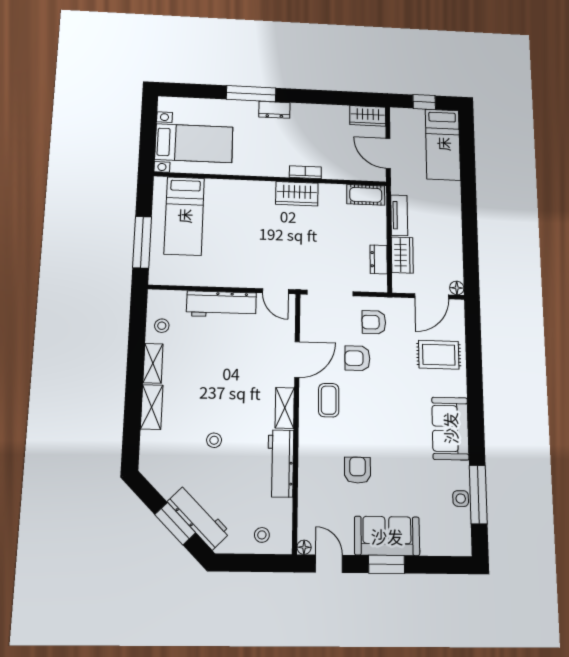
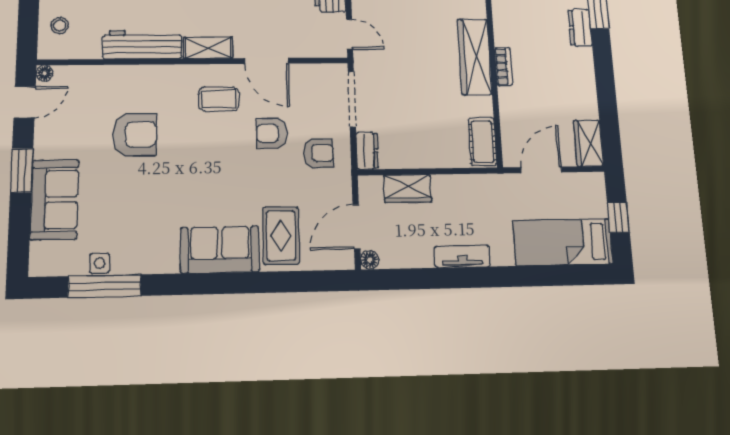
wardrobe: (297, 194) -> (475, 57), width x1.50
tv unit: (399, 215) -> (462, 256), moved, turned 180
dresser: (379, 259) -> (367, 151), moved, turned 90
door: (275, 291) -> (349, 34), swing flipped
door: (432, 296) -> (356, 227), hinge flipped
armchair: (374, 322) -> (318, 153), turned 90
armchair: (357, 358) -> (272, 133), turned -90
sofa: (450, 428) -> (220, 250), moved
armchair: (357, 470) -> (135, 135), width x1.38, depth x1.38
sofa: (387, 536) -> (54, 200), moved

